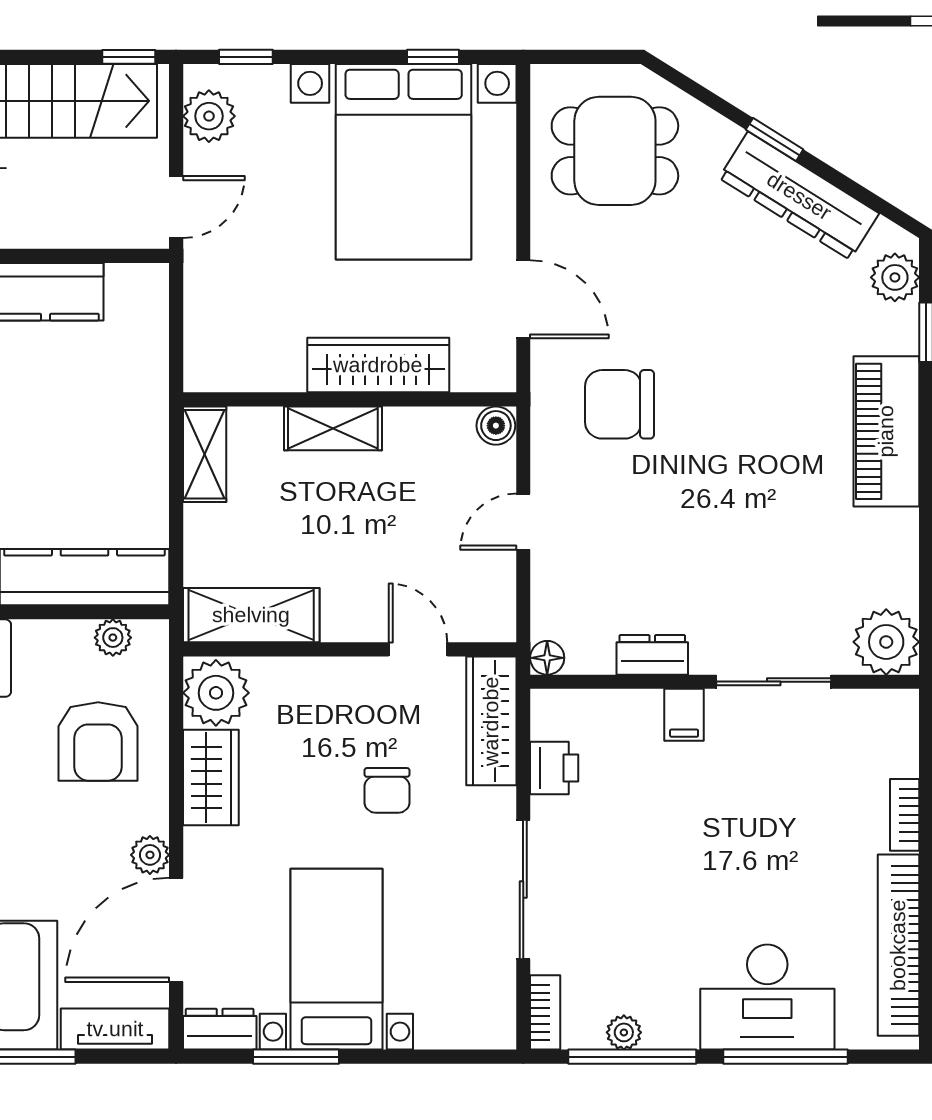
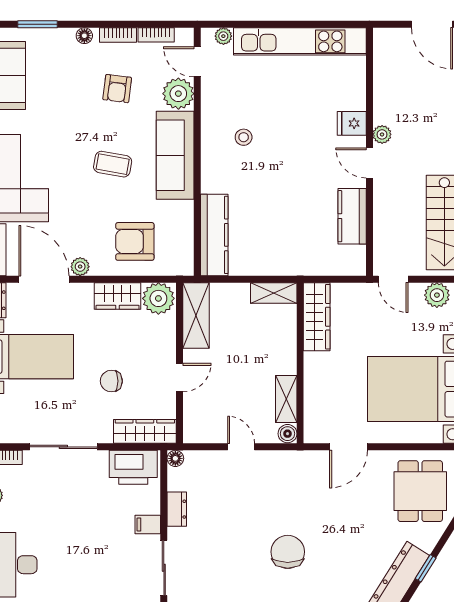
wardrobe: (378, 365) -> (317, 317), moved
chair: (620, 404) -> (288, 552), moved
shelving: (333, 428) -> (286, 399), moved
plant: (113, 638) -> (185, 249), removed
door: (418, 649) -> (179, 377), moved
printer: (554, 768) -> (133, 467), width x1.87, depth x1.48

